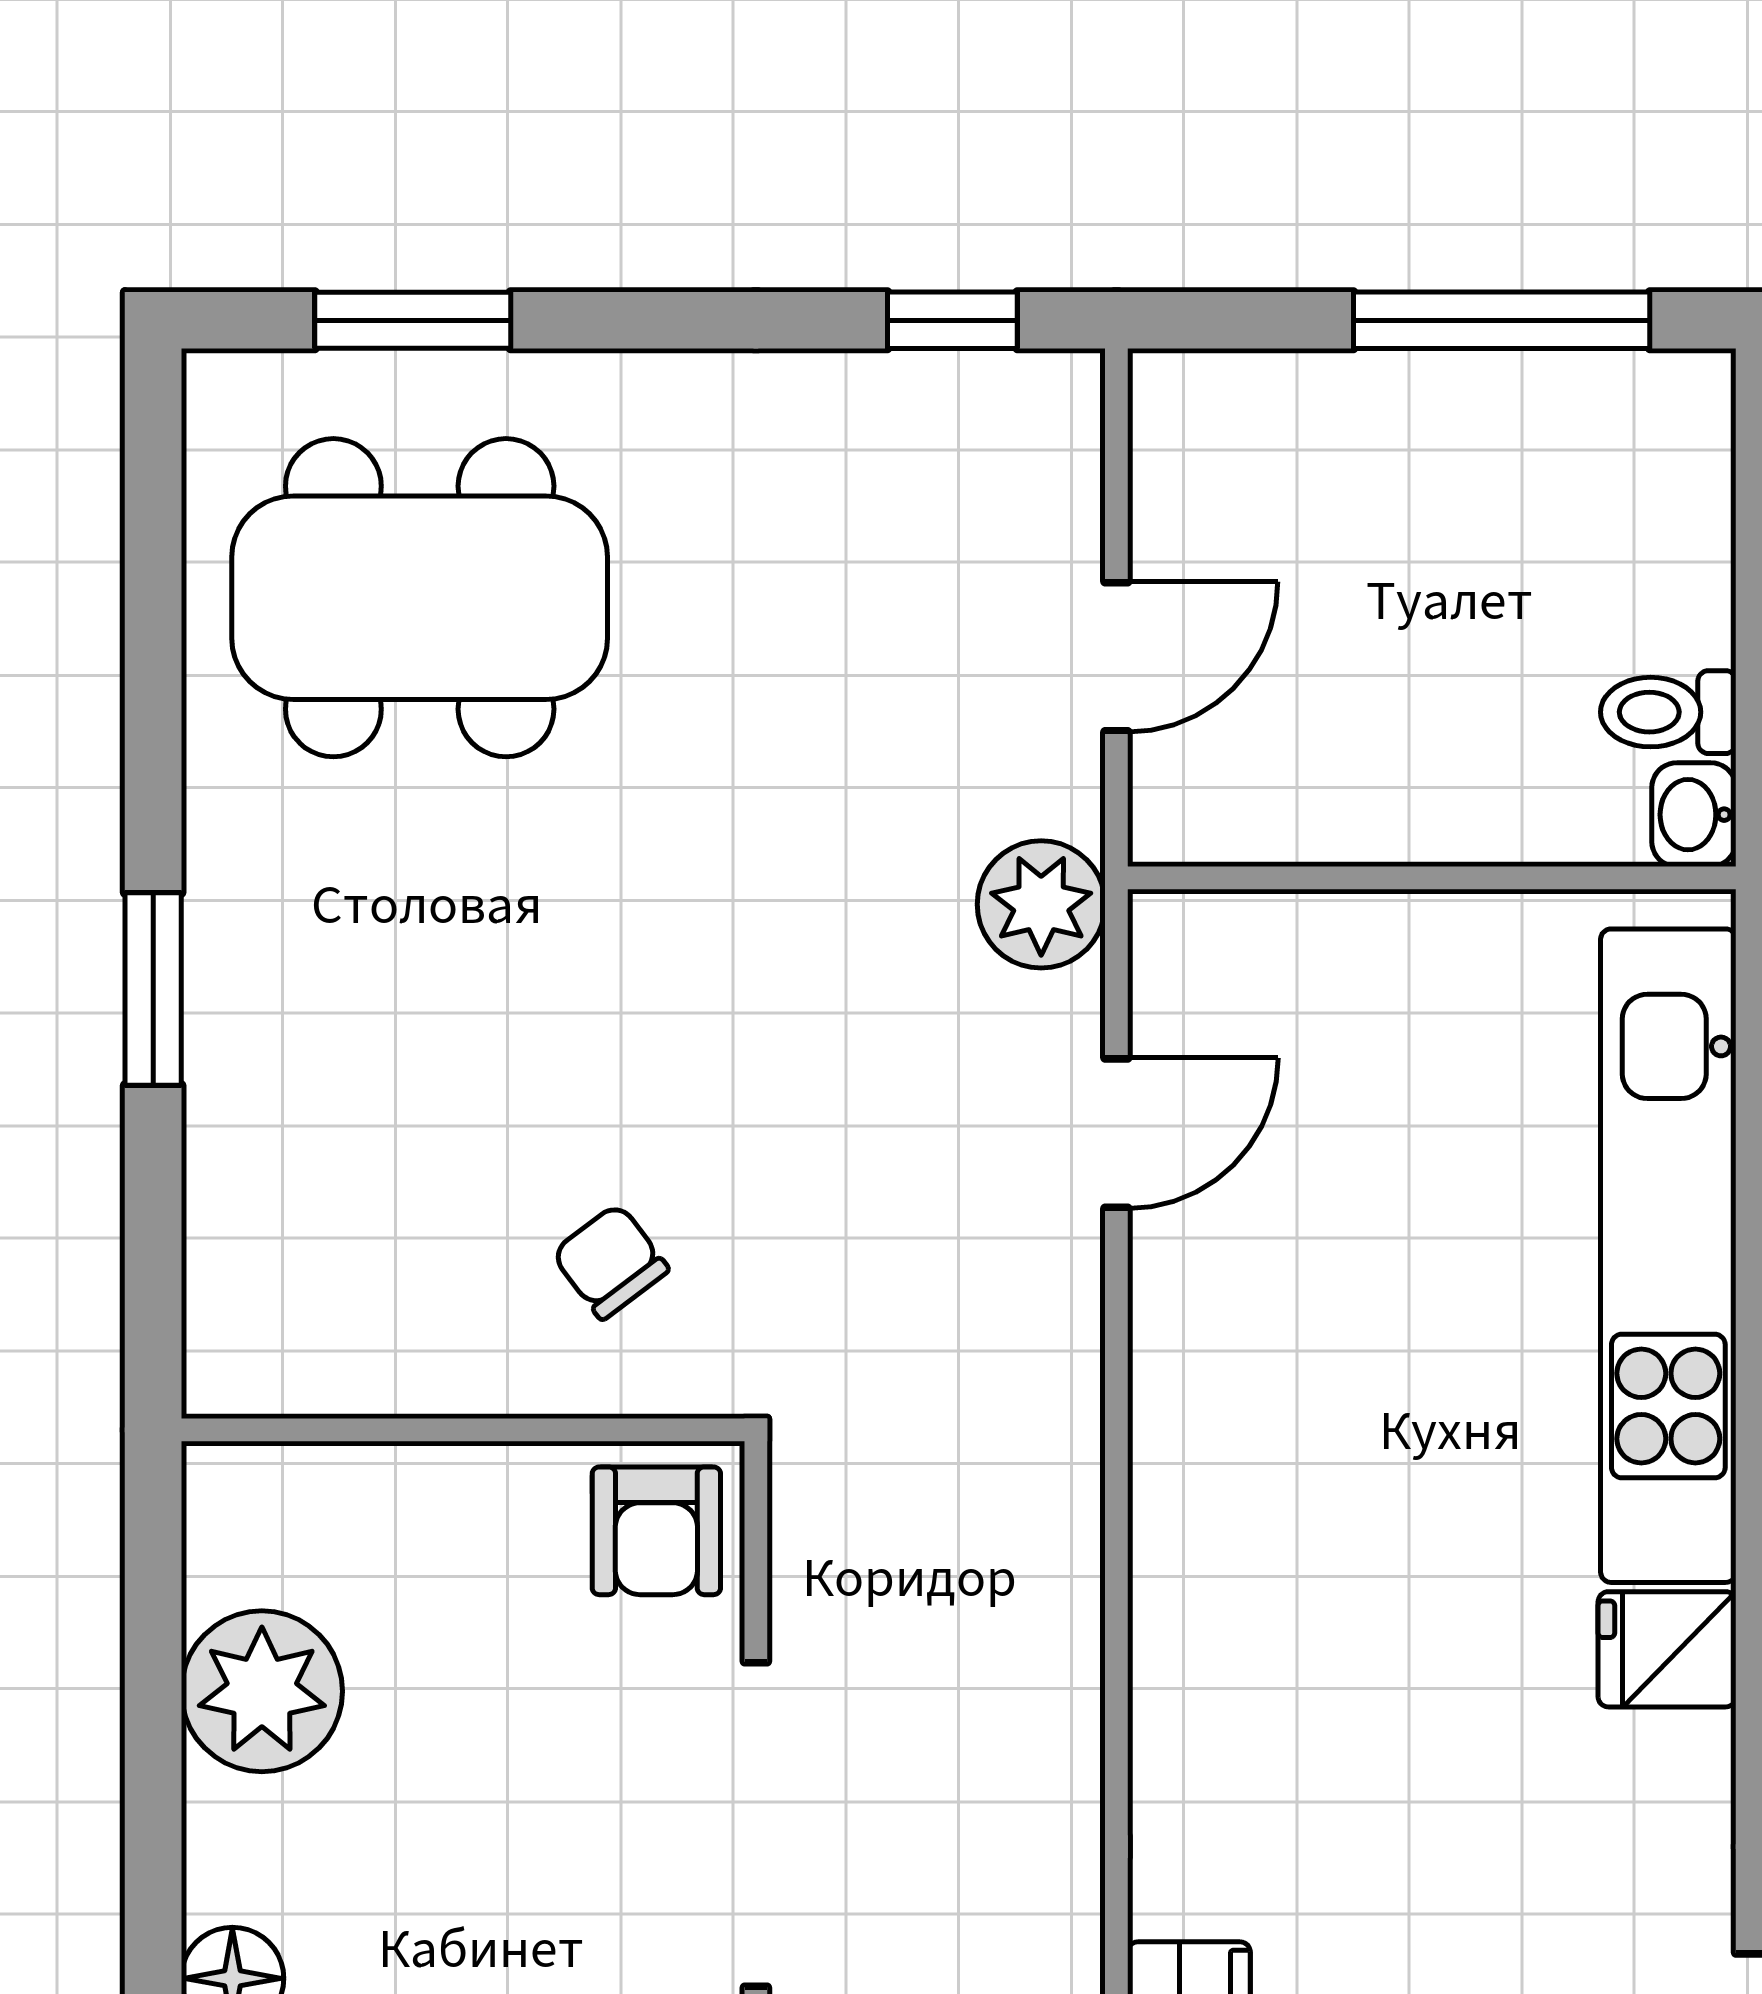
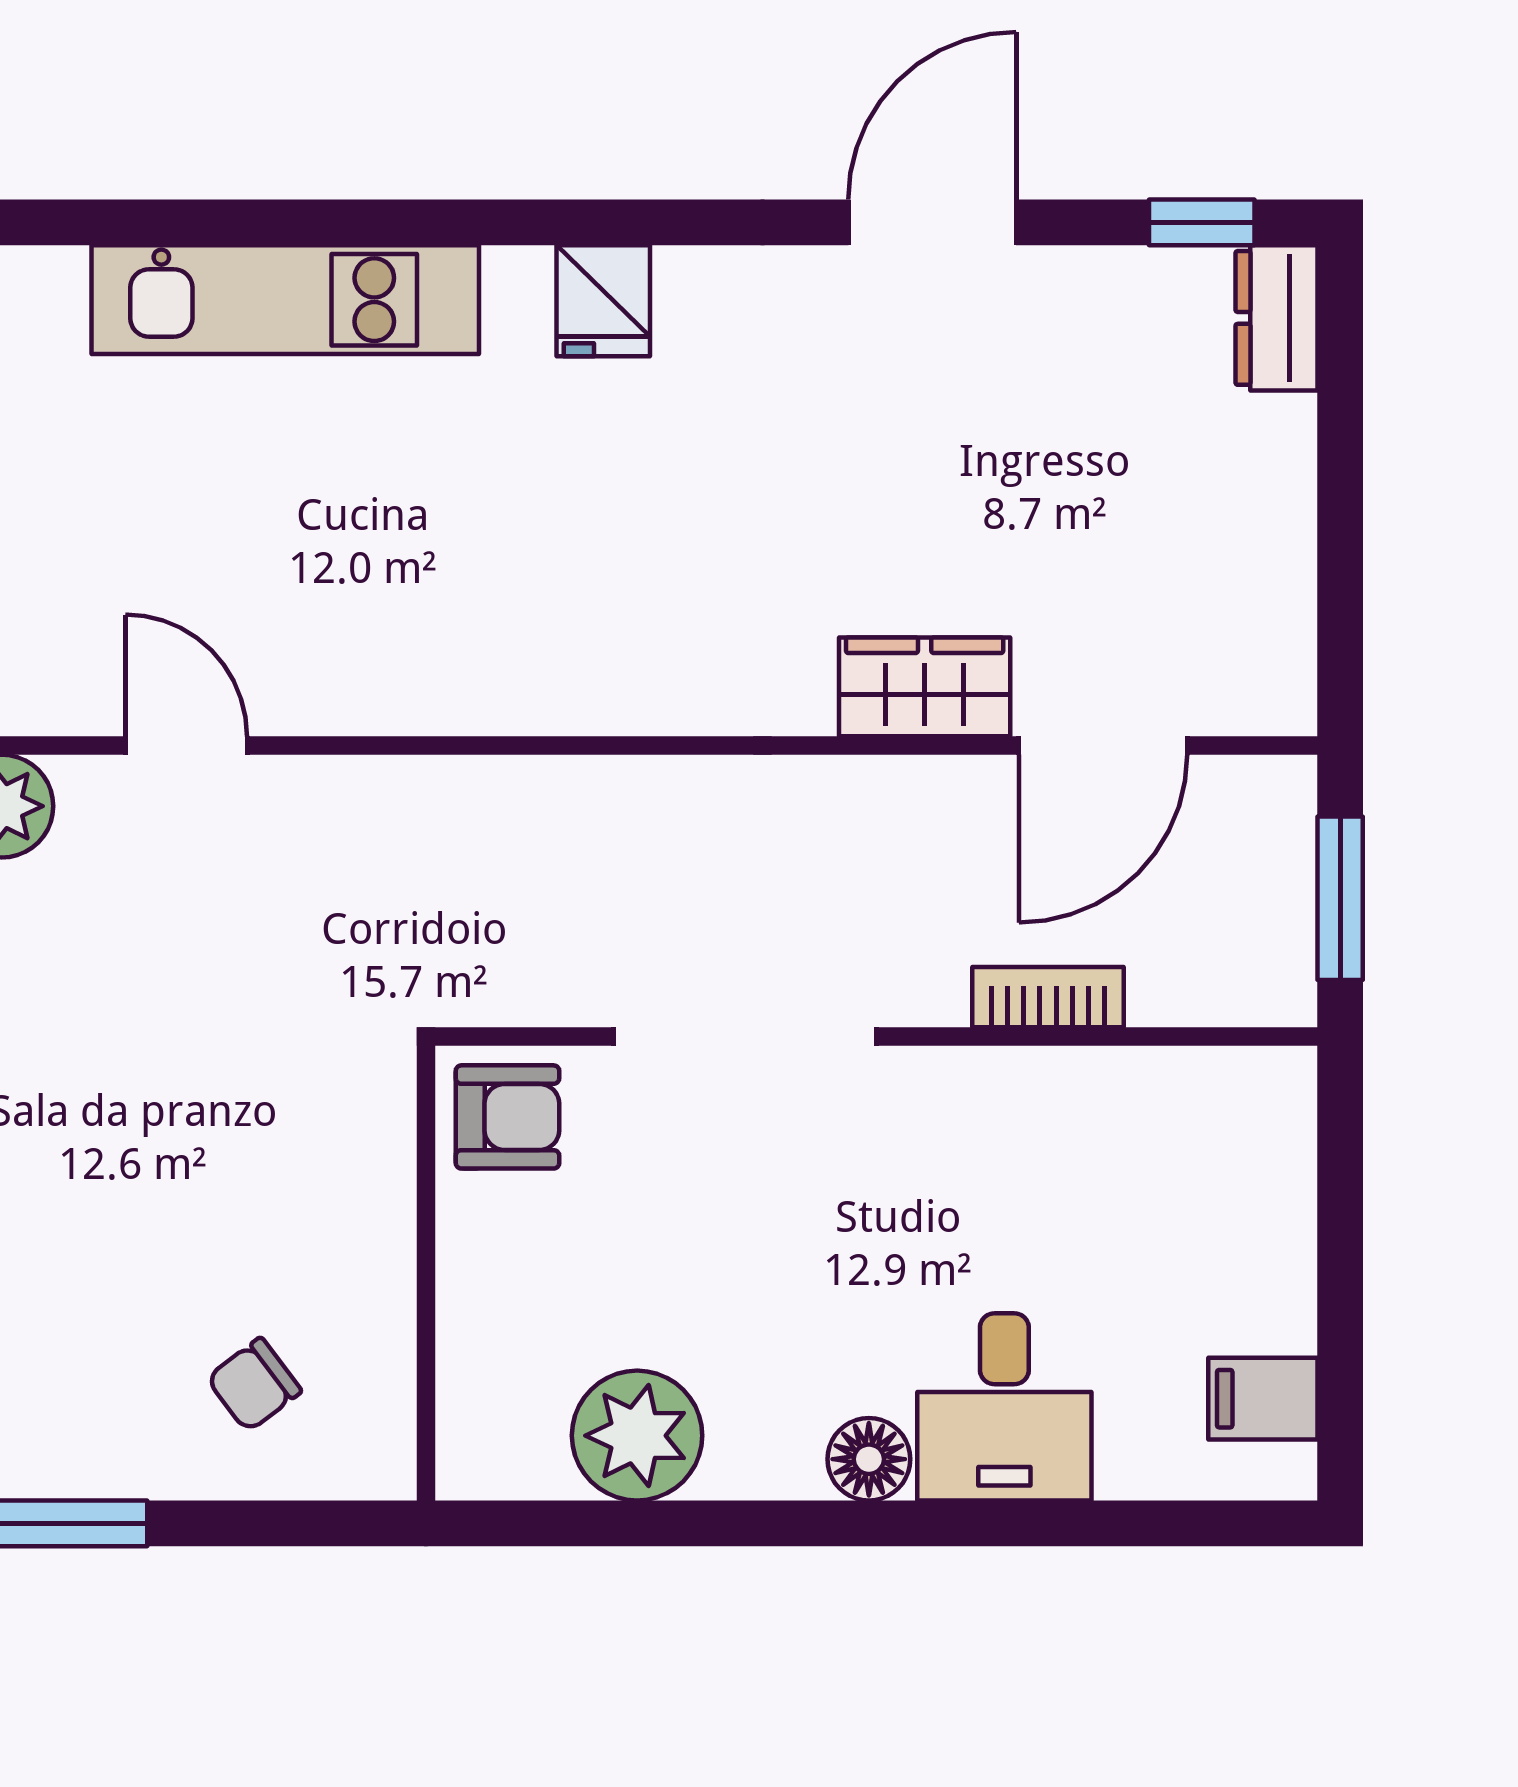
kitchen unit: (1668, 1256) -> (285, 300), width x0.73
chair: (610, 1261) -> (254, 1385), moved

